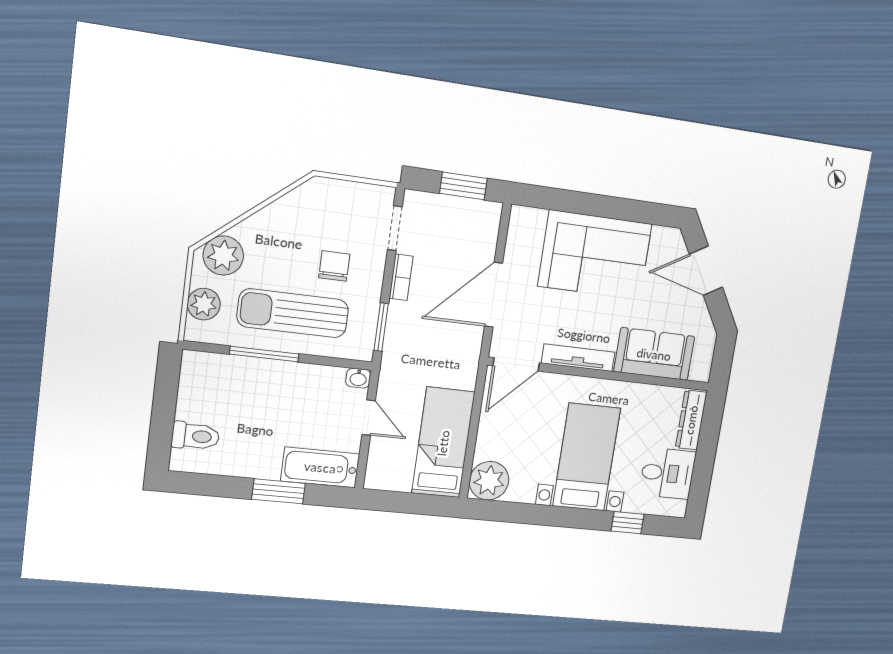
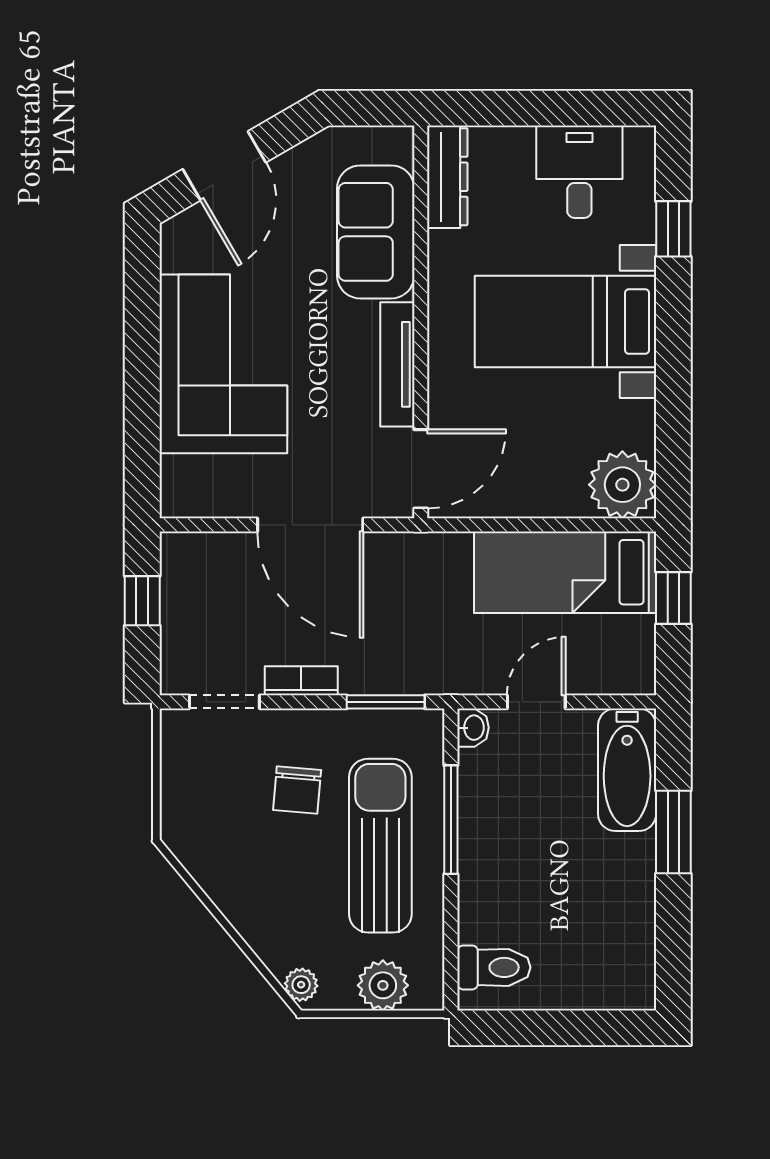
window: (463, 186) -> (142, 601), width x0.67
plant: (223, 256) -> (301, 985), width x0.53, depth x0.53
chair: (334, 266) -> (297, 790), turned -85
sun lounger: (293, 313) -> (380, 846), turned 180
window: (264, 354) -> (451, 820), moved
door: (516, 364) -> (421, 469), hinge flipped
dresser: (691, 420) -> (447, 177), moved, turned -90
toilet: (195, 436) -> (494, 967), moved, turned 90
window: (419, 504) -> (673, 598), added

